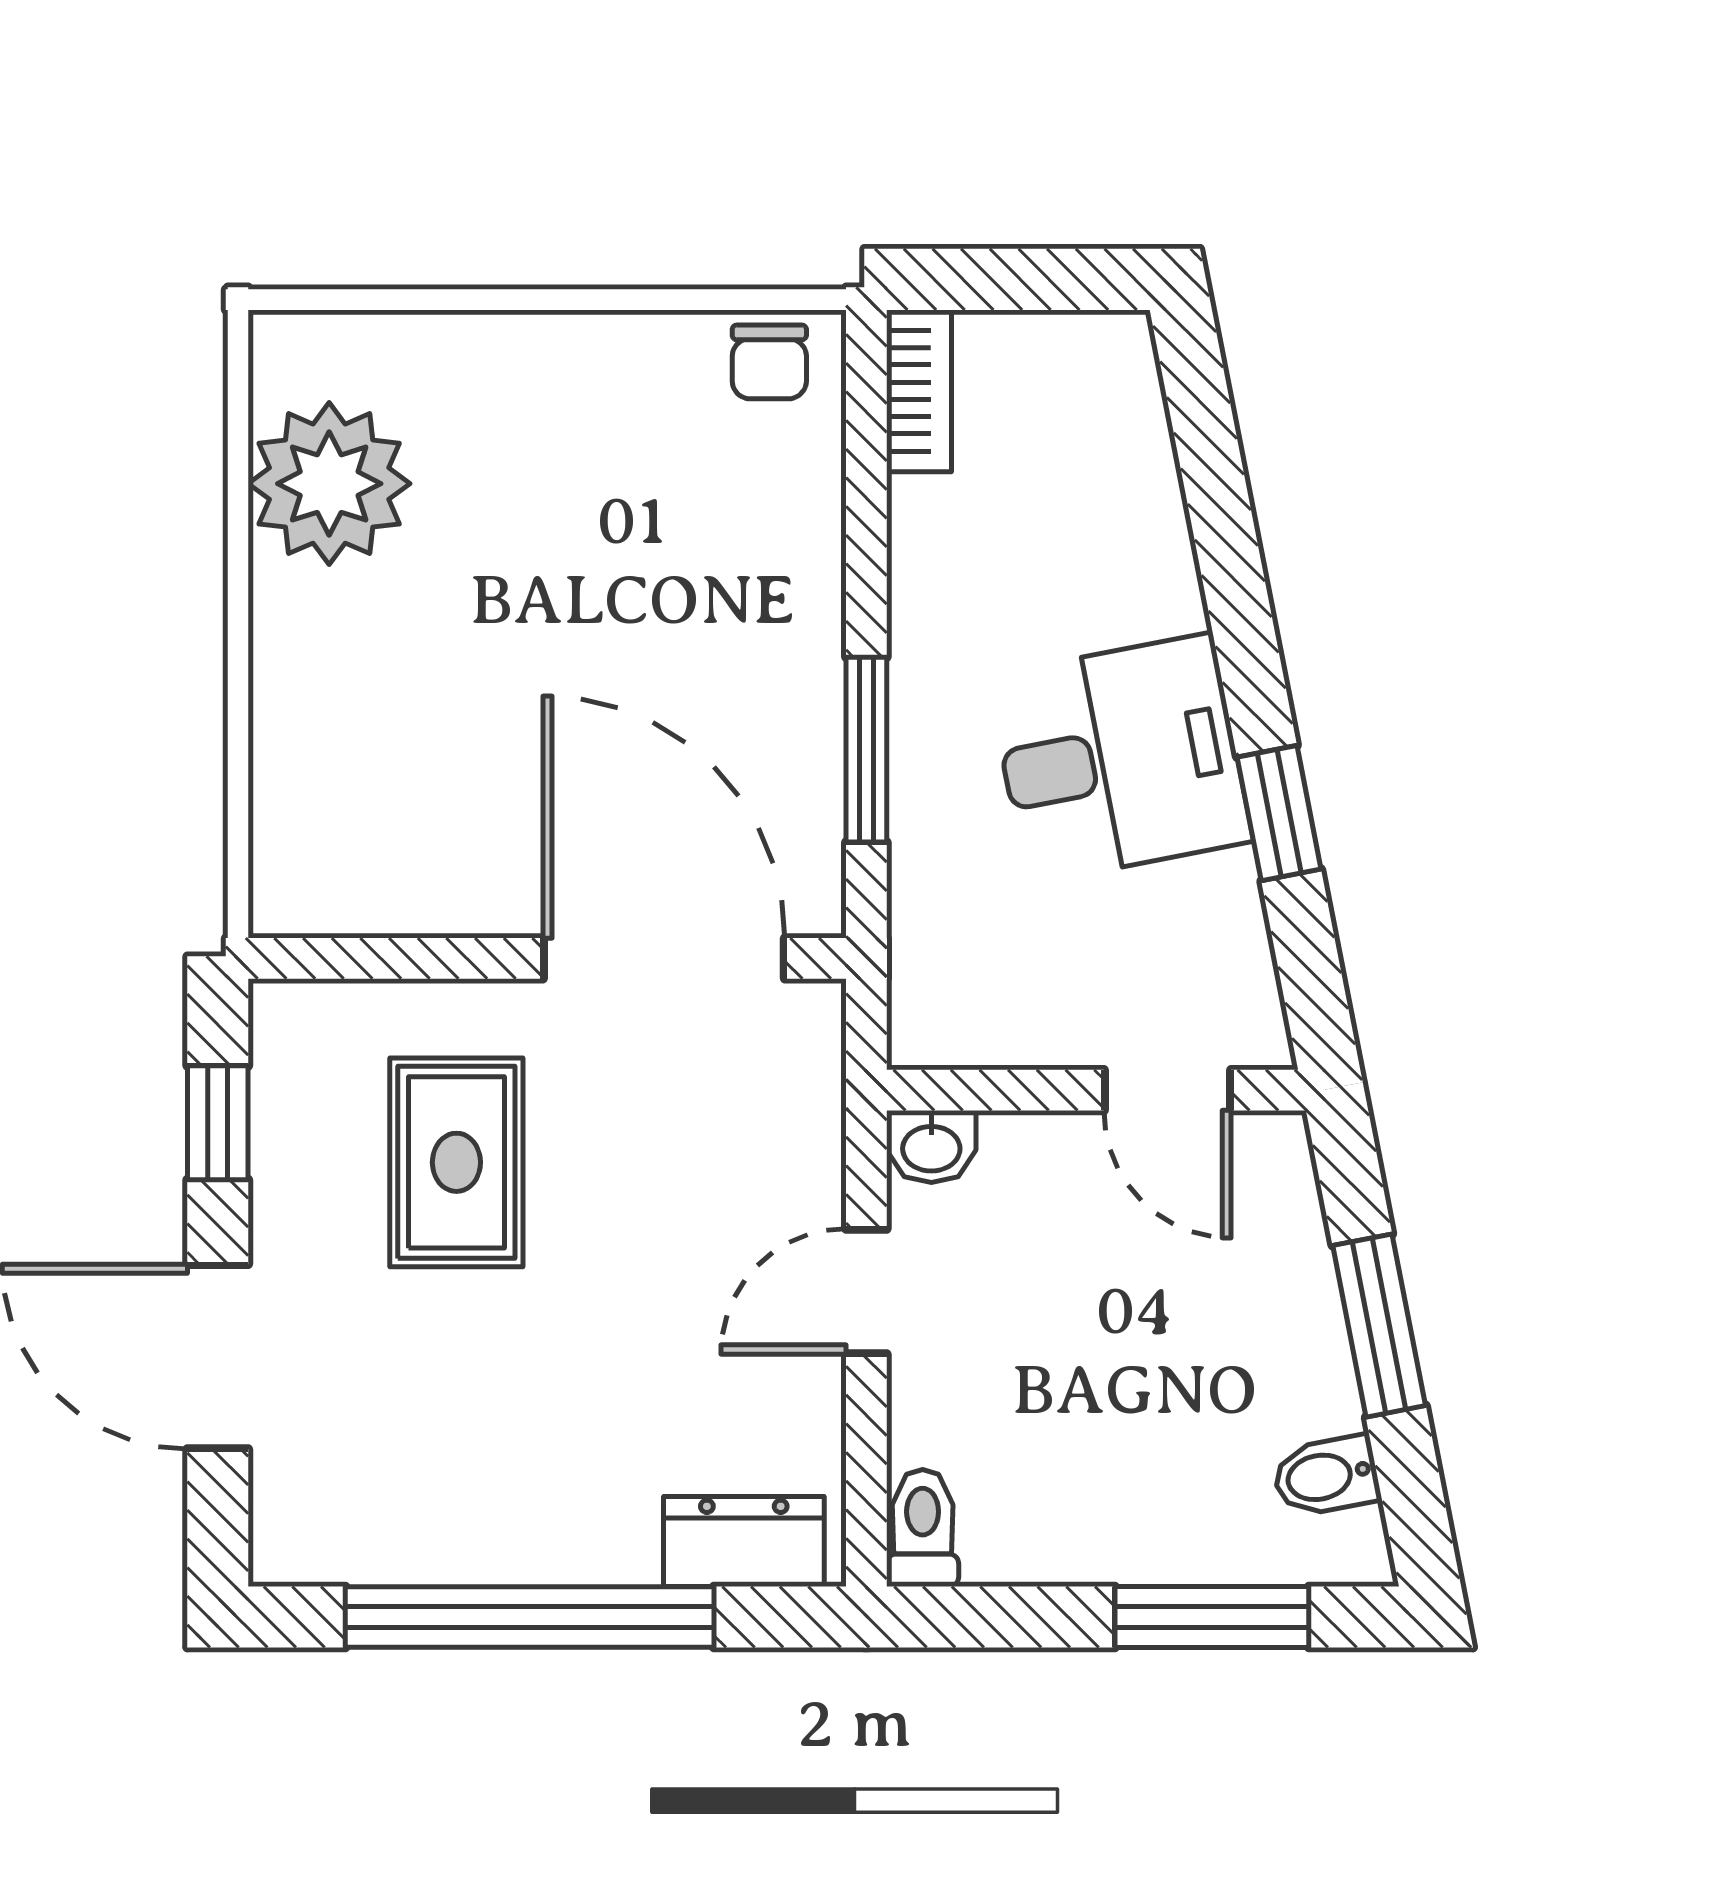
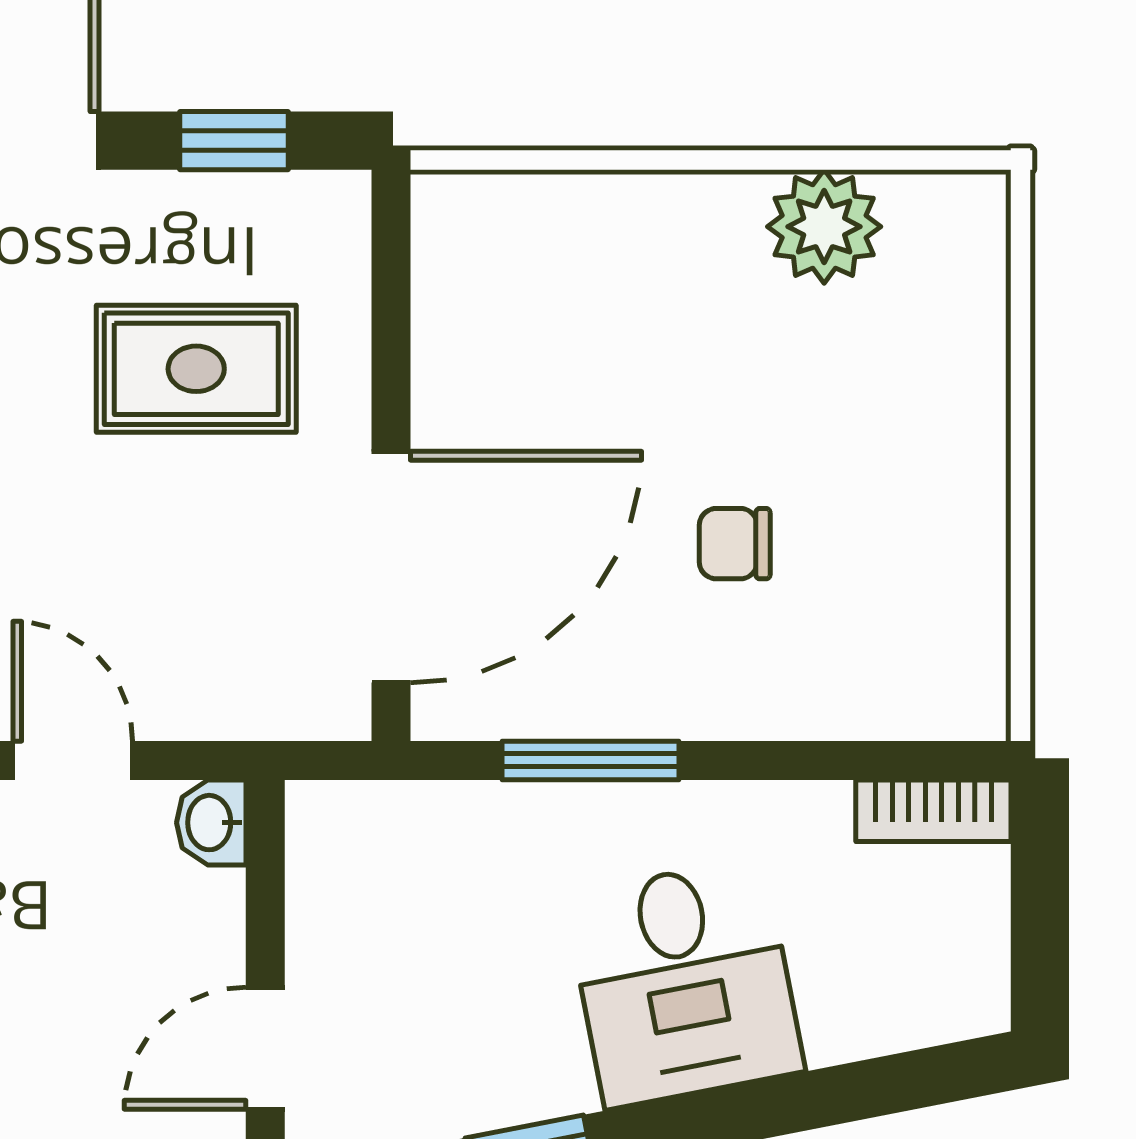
chair: (769, 362) -> (735, 544), moved
plant: (329, 484) -> (824, 227), width x0.73, depth x0.73
desk: (1120, 759) -> (684, 983), moved

